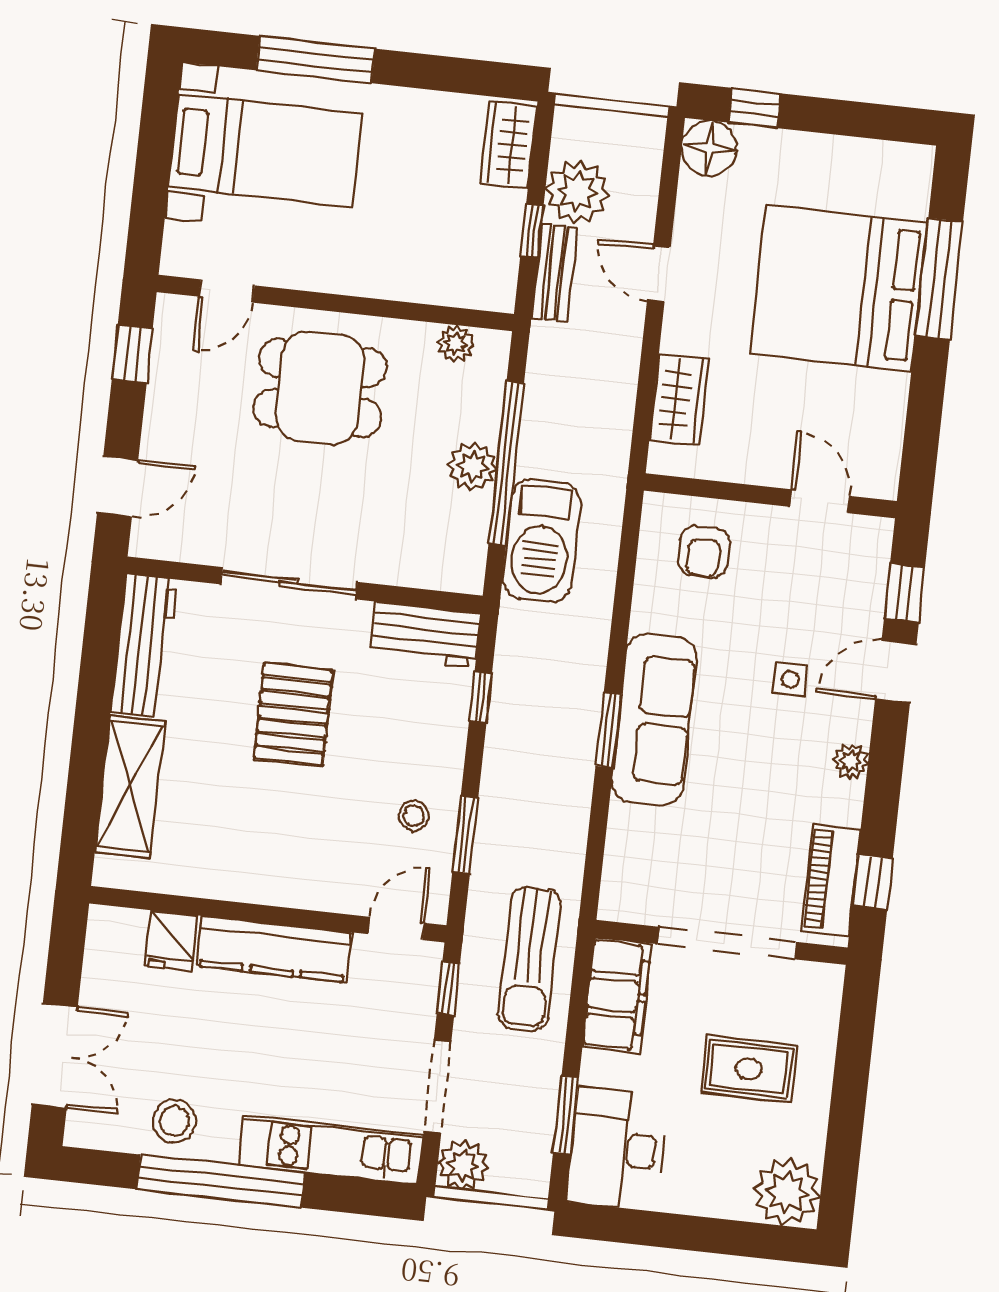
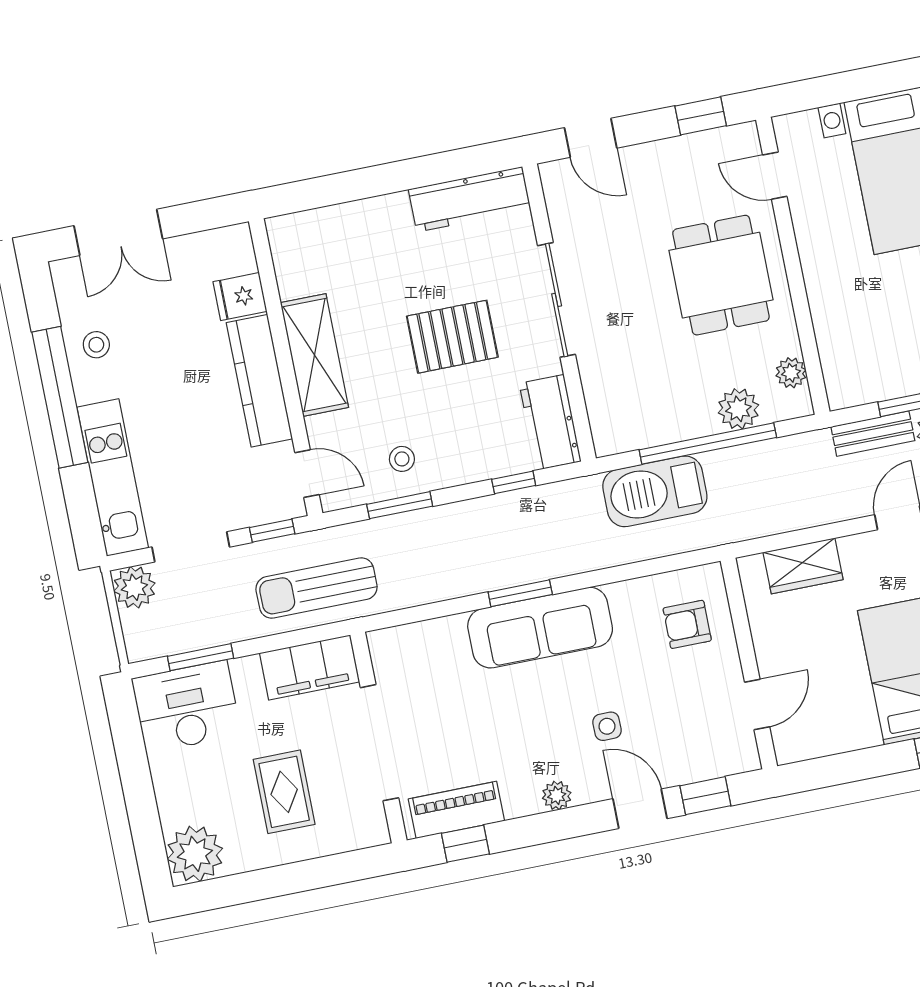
plant: (472, 466) -> (738, 409), moved
shelving: (130, 787) -> (314, 355), moved, turned 90
stool: (174, 1121) -> (96, 345), width x0.73, depth x0.73

